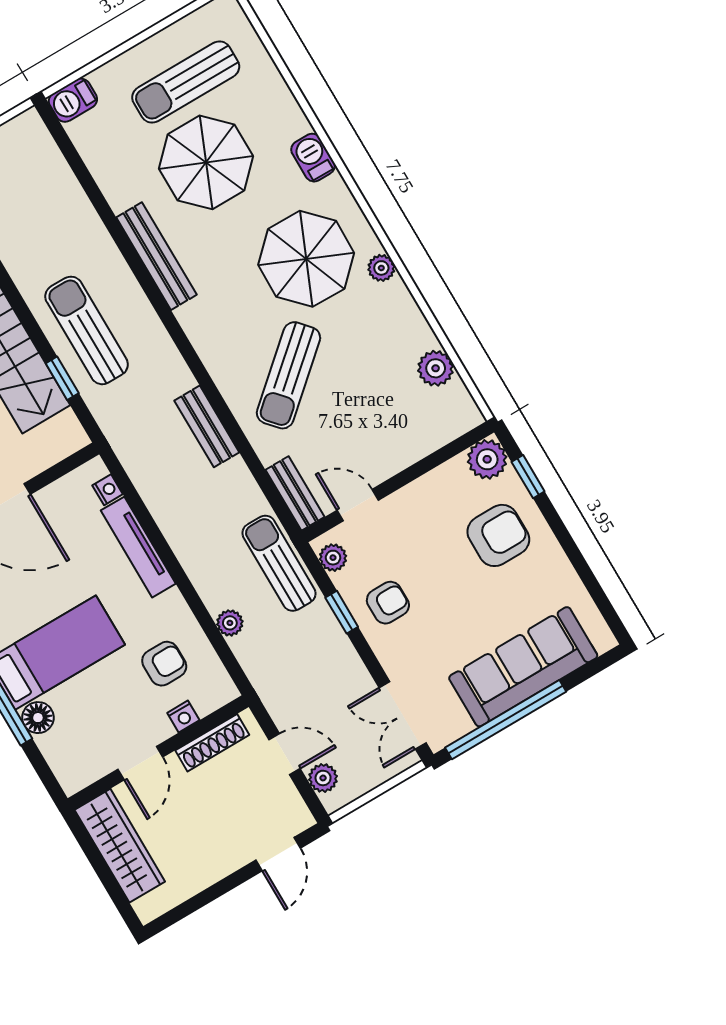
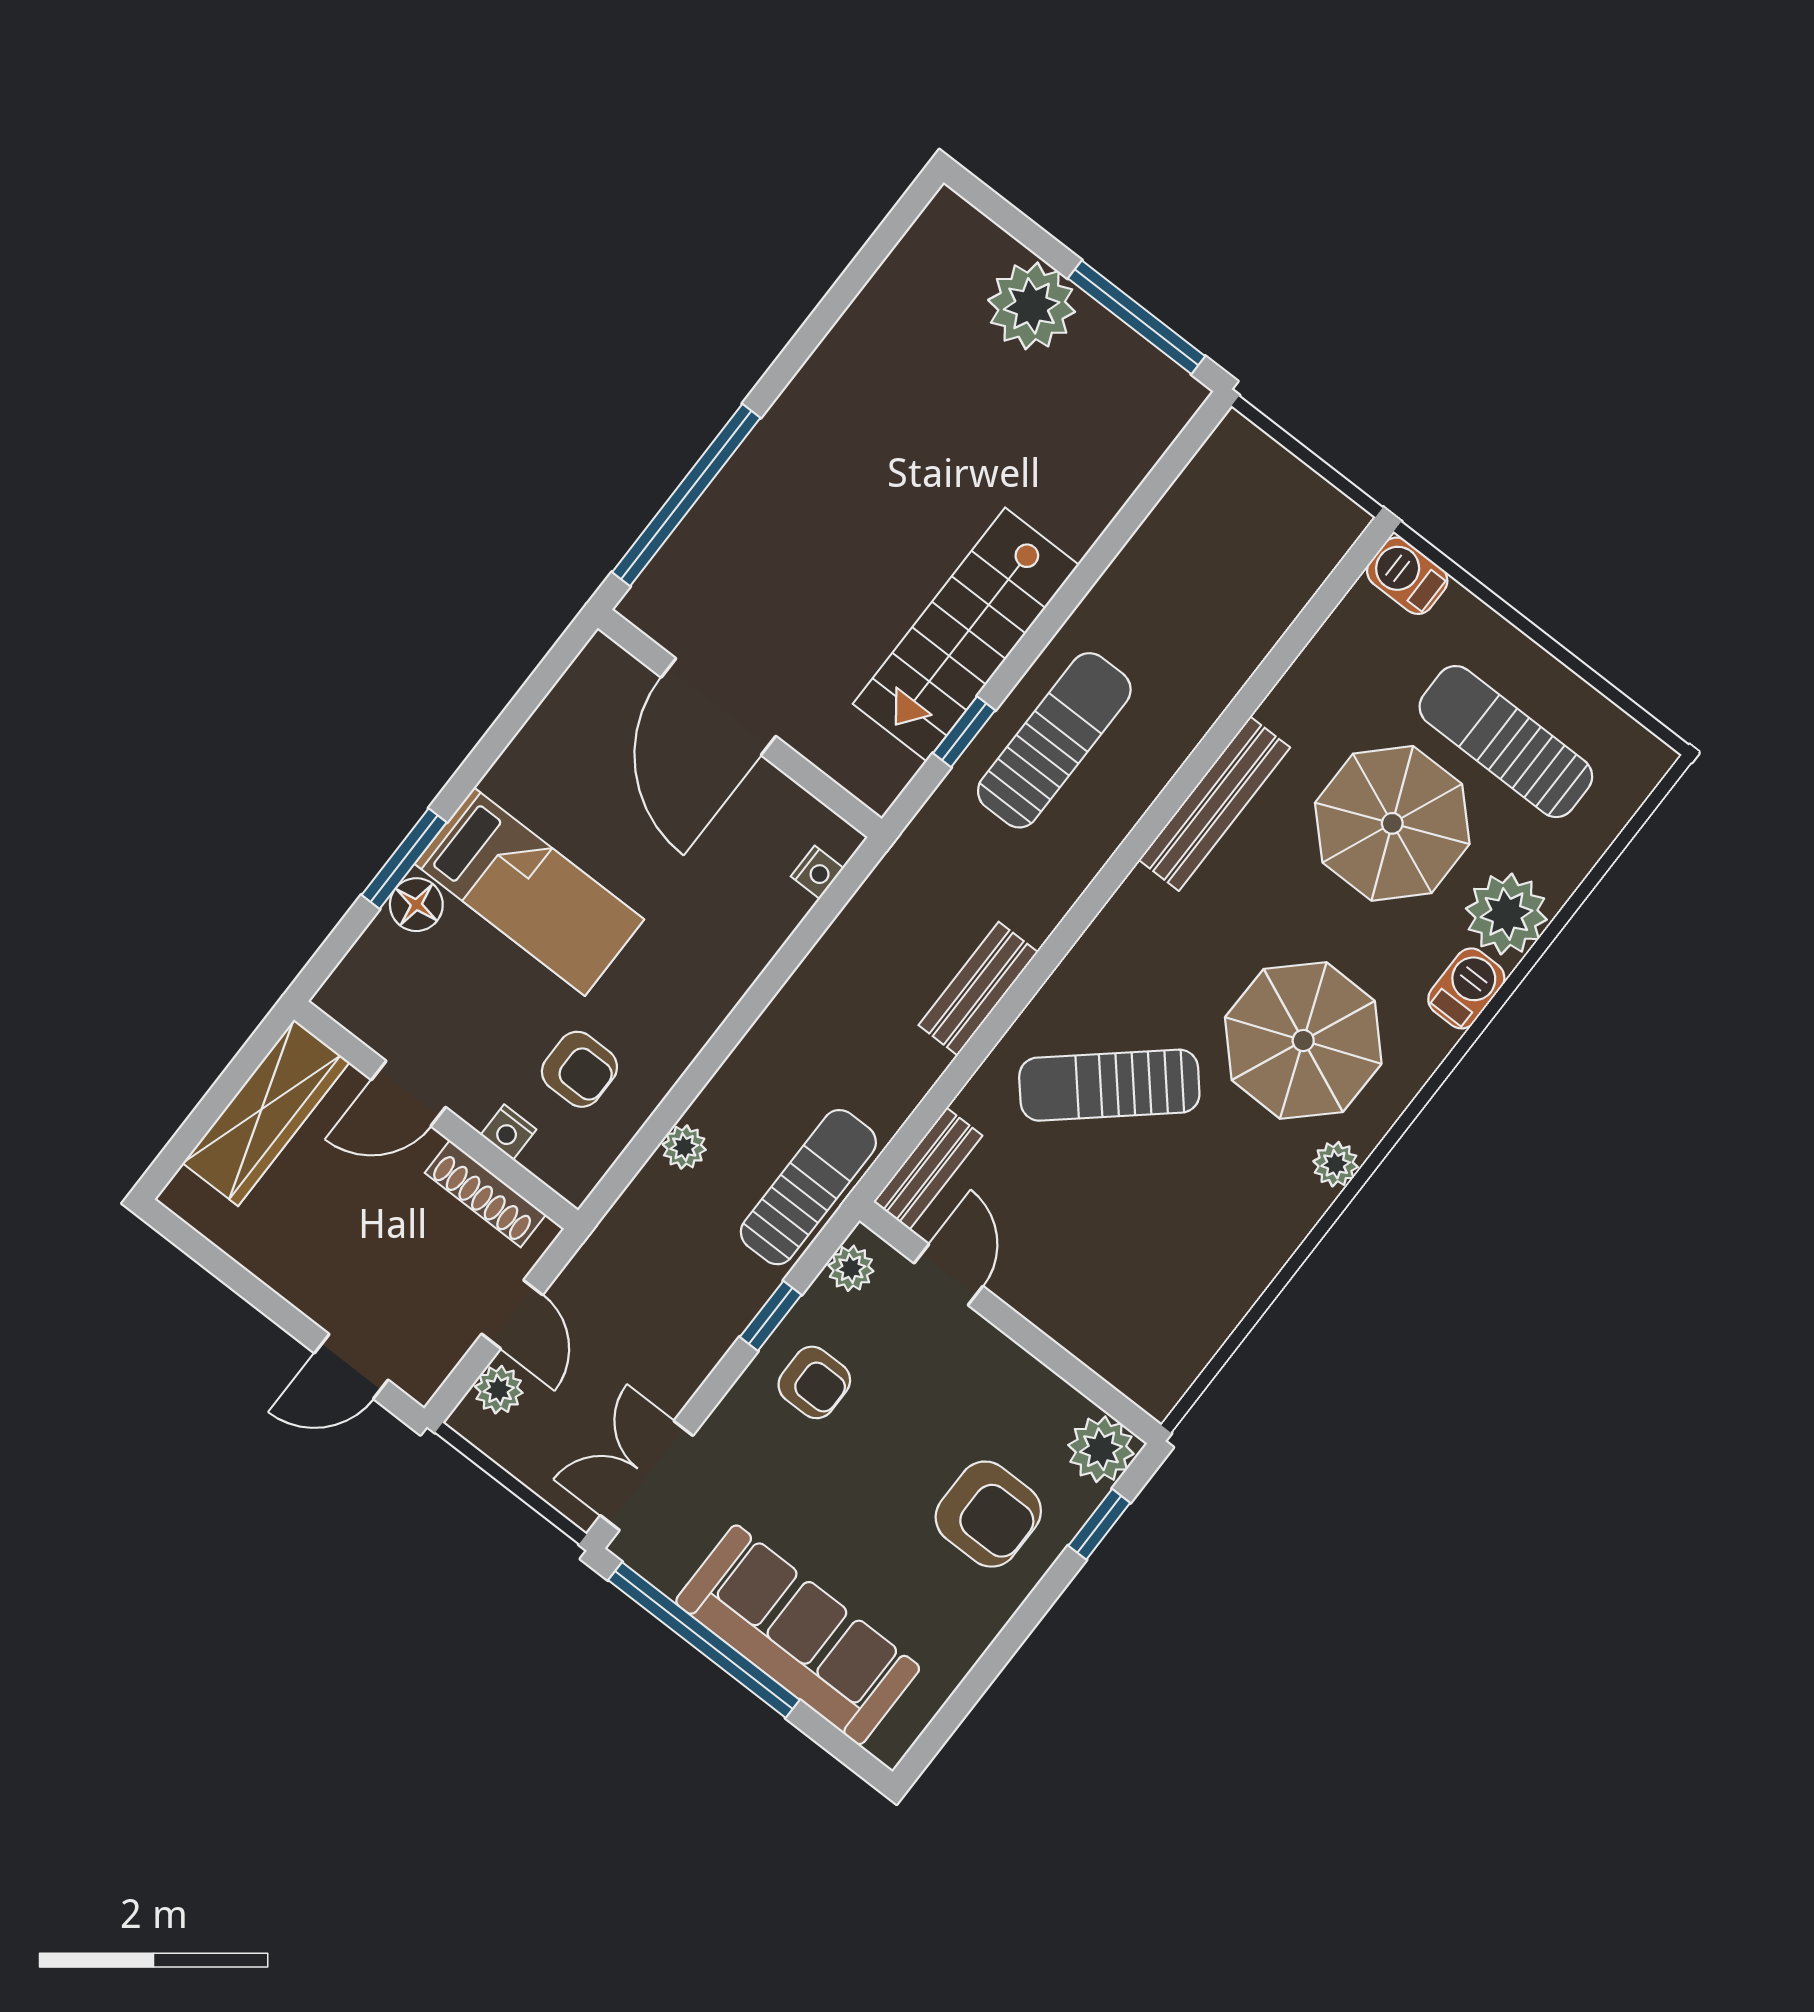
plant: (436, 368) -> (1506, 914), moved, width x1.36, depth x1.36
tv unit: (138, 547) -> (746, 956), removed

